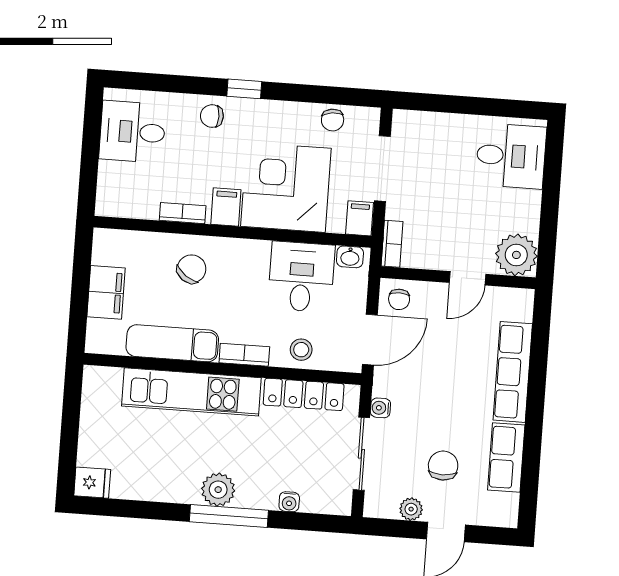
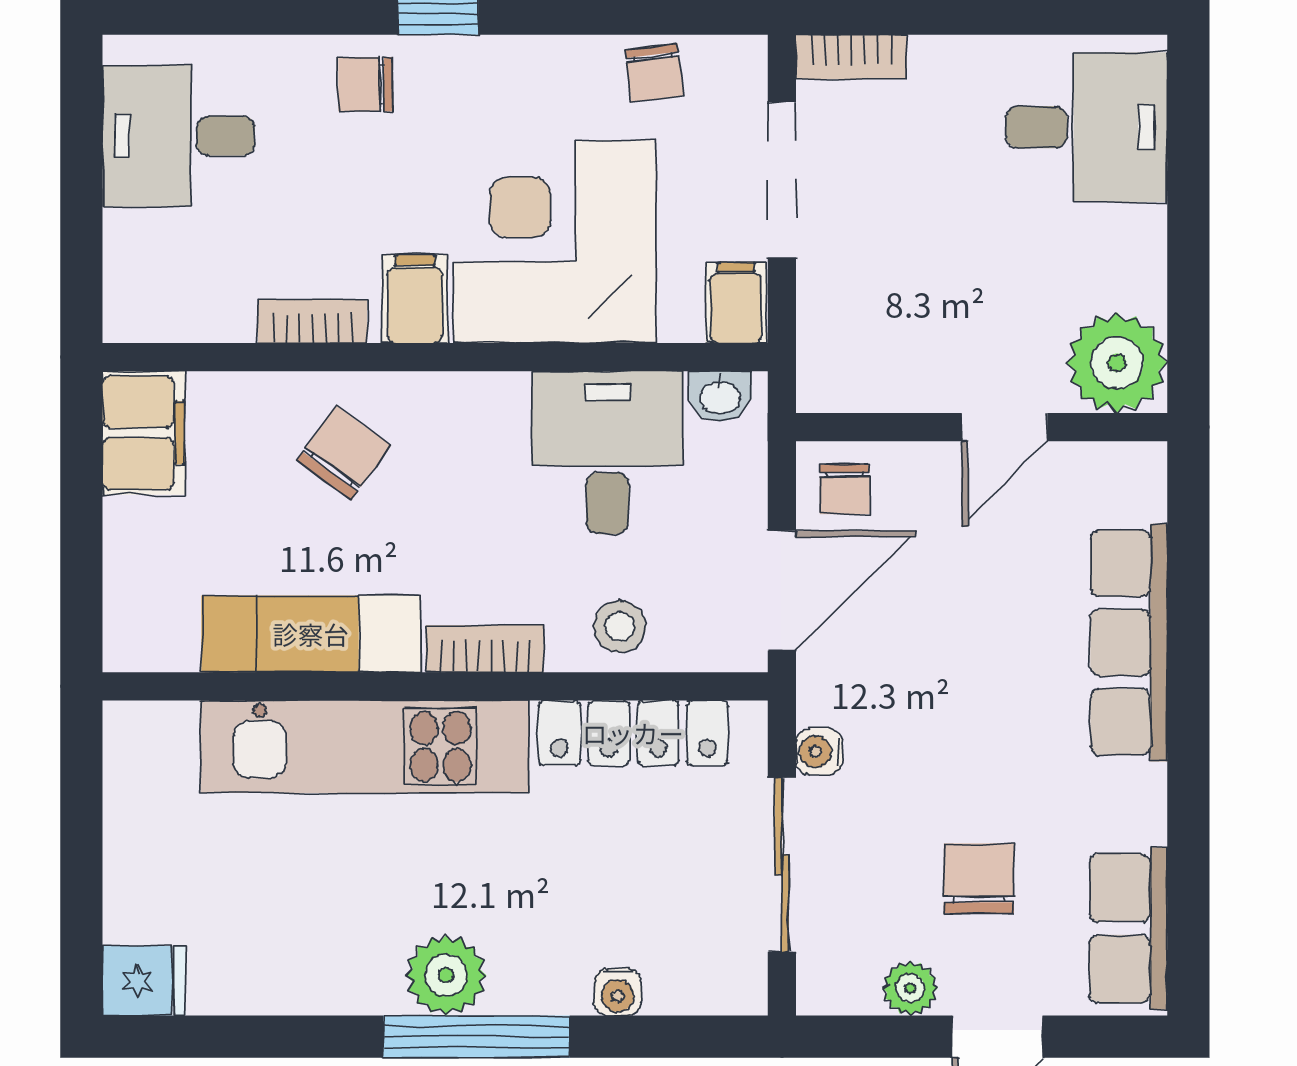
bookcase: (392, 244) -> (851, 57), moved, turned 90
filing cabinet: (106, 292) -> (144, 433), moved
row of seats: (506, 457) -> (1128, 928), moved

